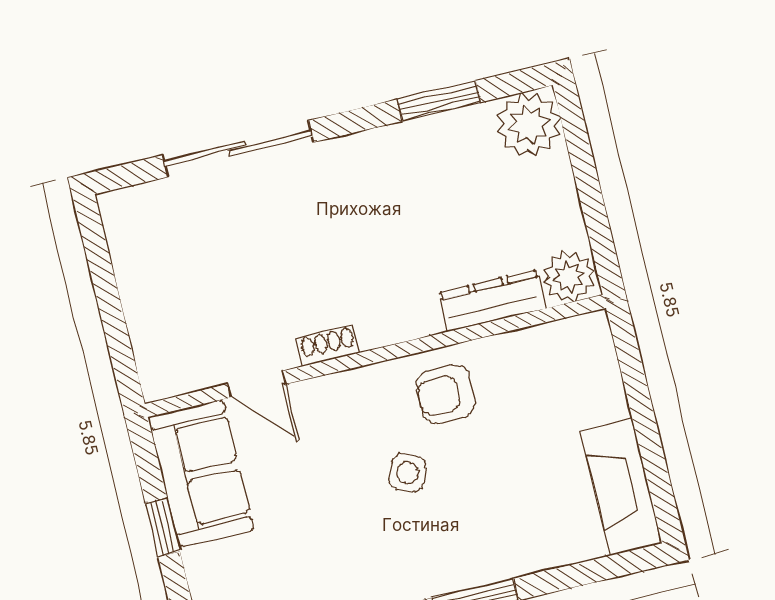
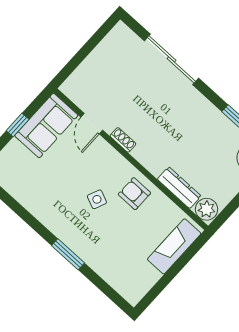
fireplace: (621, 487) -> (174, 246), moved

